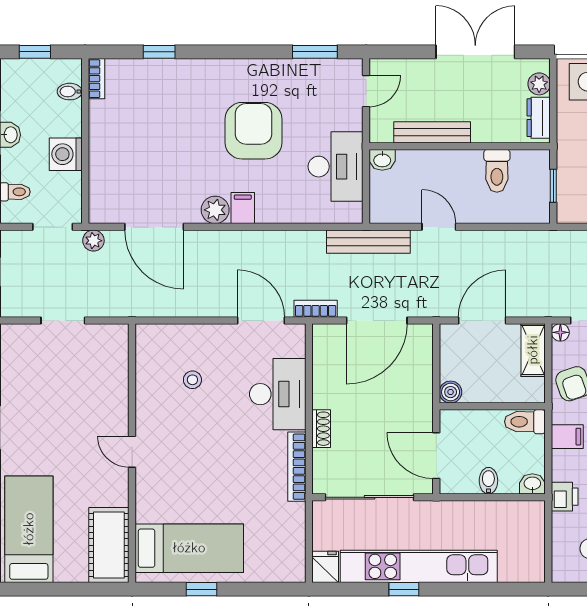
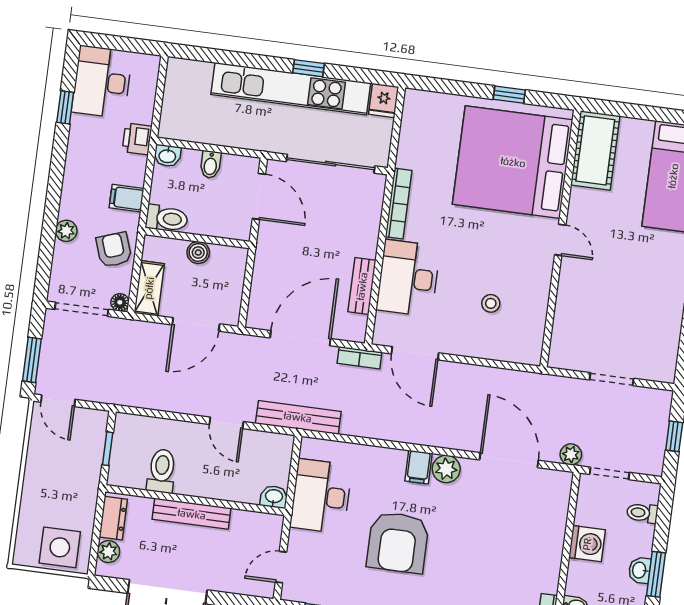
bench: (432, 132) -> (192, 514), moved
bench: (323, 380) -> (362, 286), added
boiler: (451, 392) -> (198, 252), moved
shoe rack: (321, 429) -> (370, 238), removed
bed: (189, 548) -> (513, 162), width x2.04

